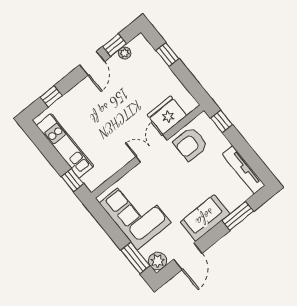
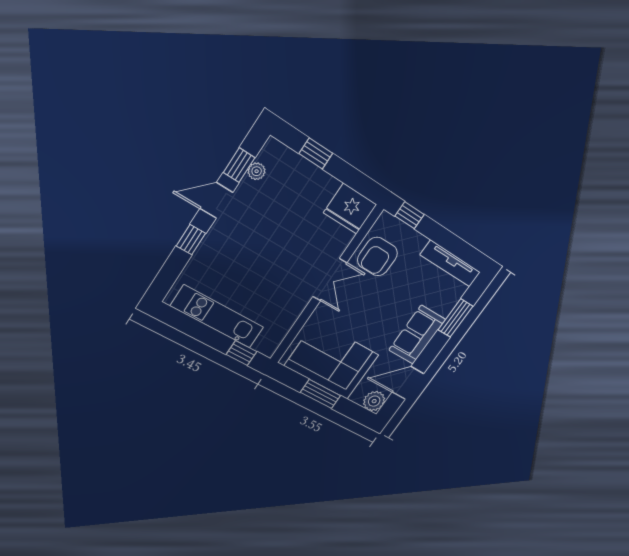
door: (92, 63) -> (216, 200), swing flipped
window: (51, 96) -> (191, 240), moved
fridge: (167, 115) -> (350, 209), moved, turned -90
double door: (152, 148) -> (330, 280), swing flipped
door: (188, 256) -> (408, 383), swing flipped
window: (135, 258) -> (321, 394), moved

